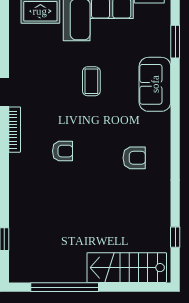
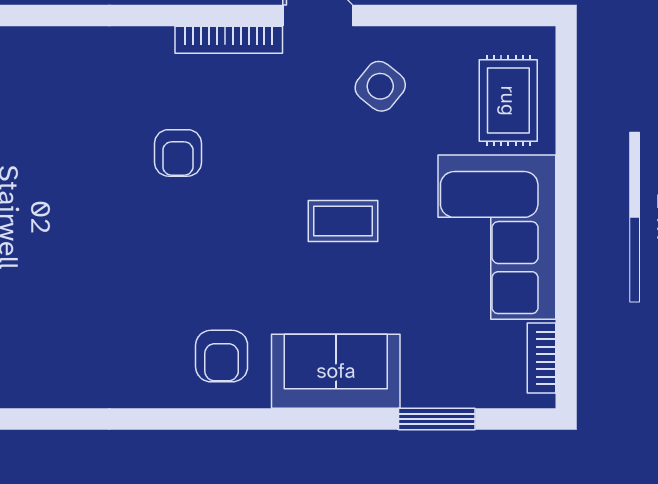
side table: (34, 65) -> (380, 86), added
armchair: (134, 158) -> (222, 356), moved

